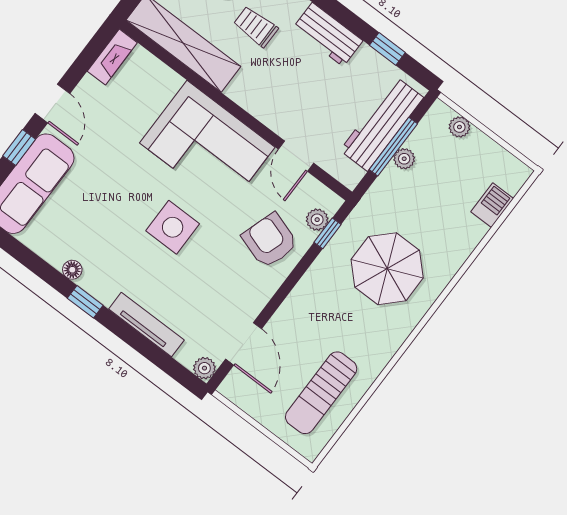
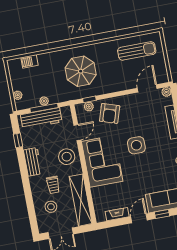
fireplace: (112, 57) -> (117, 214), moved
stool: (277, 97) -> (67, 157), added

